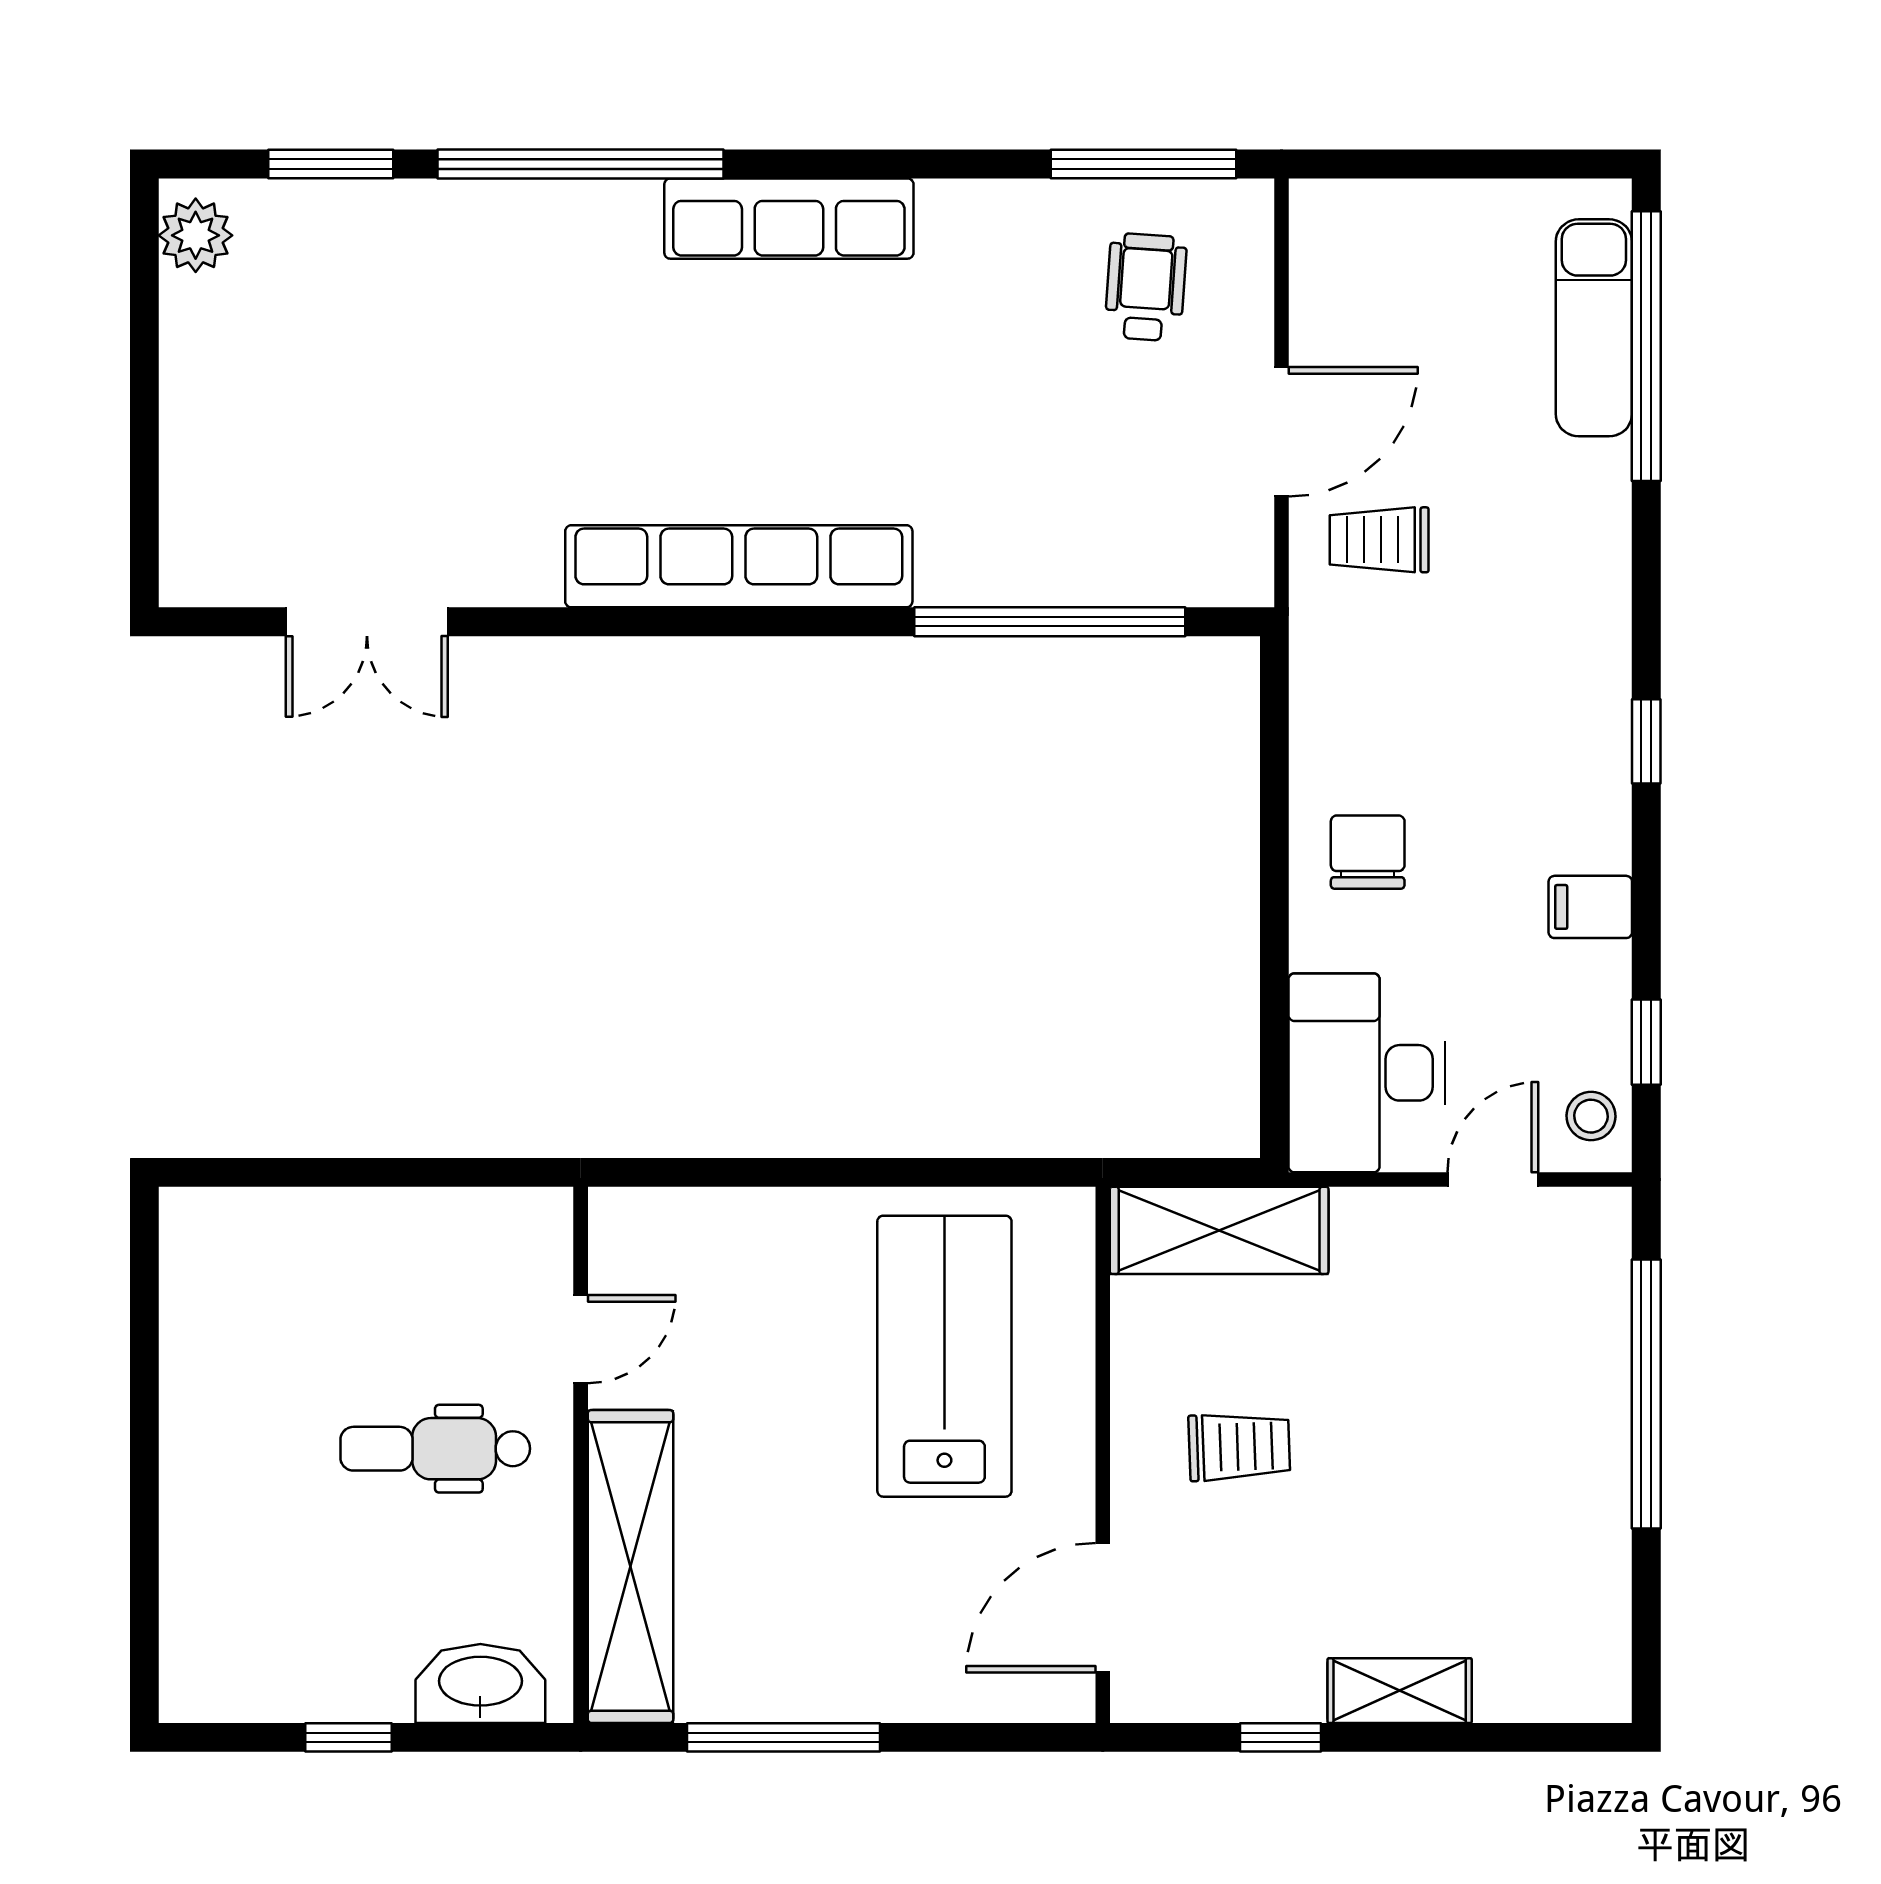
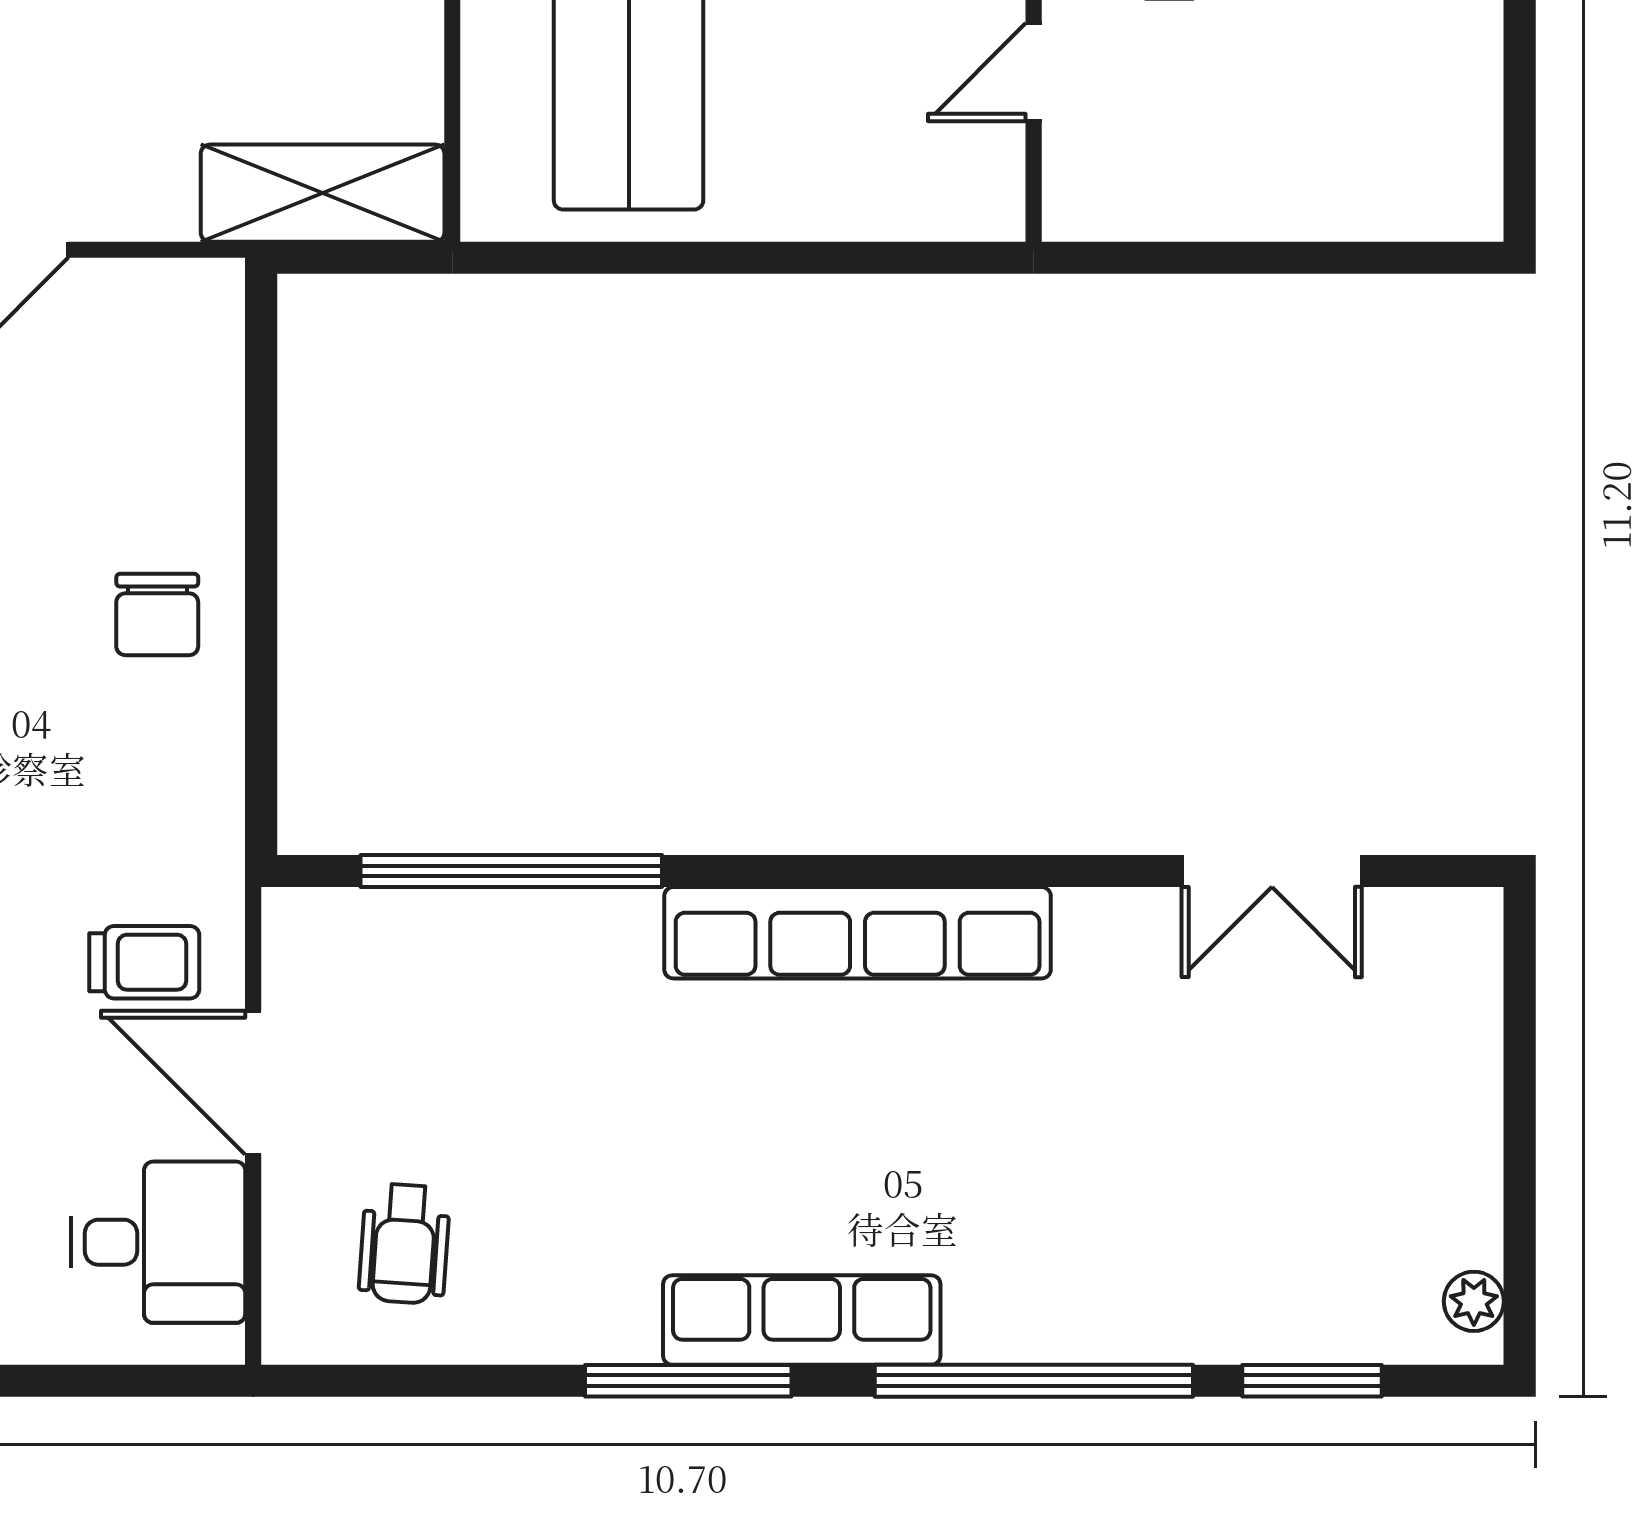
window: (1143, 164) -> (688, 1381), moved
plant: (196, 235) -> (1474, 1301), width x0.73, depth x0.73
door: (1282, 432) -> (253, 1083), hinge flipped
double door: (367, 622) -> (1272, 871), swing flipped
desk: (1367, 1073) -> (158, 1242), moved, width x0.73

